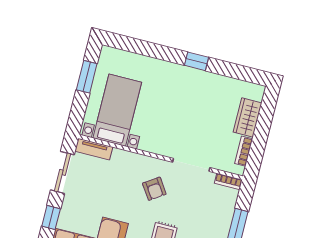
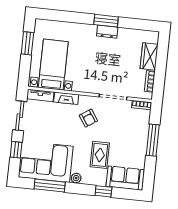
window: (196, 61) -> (106, 21), width x1.50
dresser: (196, 76) -> (107, 32), added
fireplace: (128, 158) -> (66, 98), added

